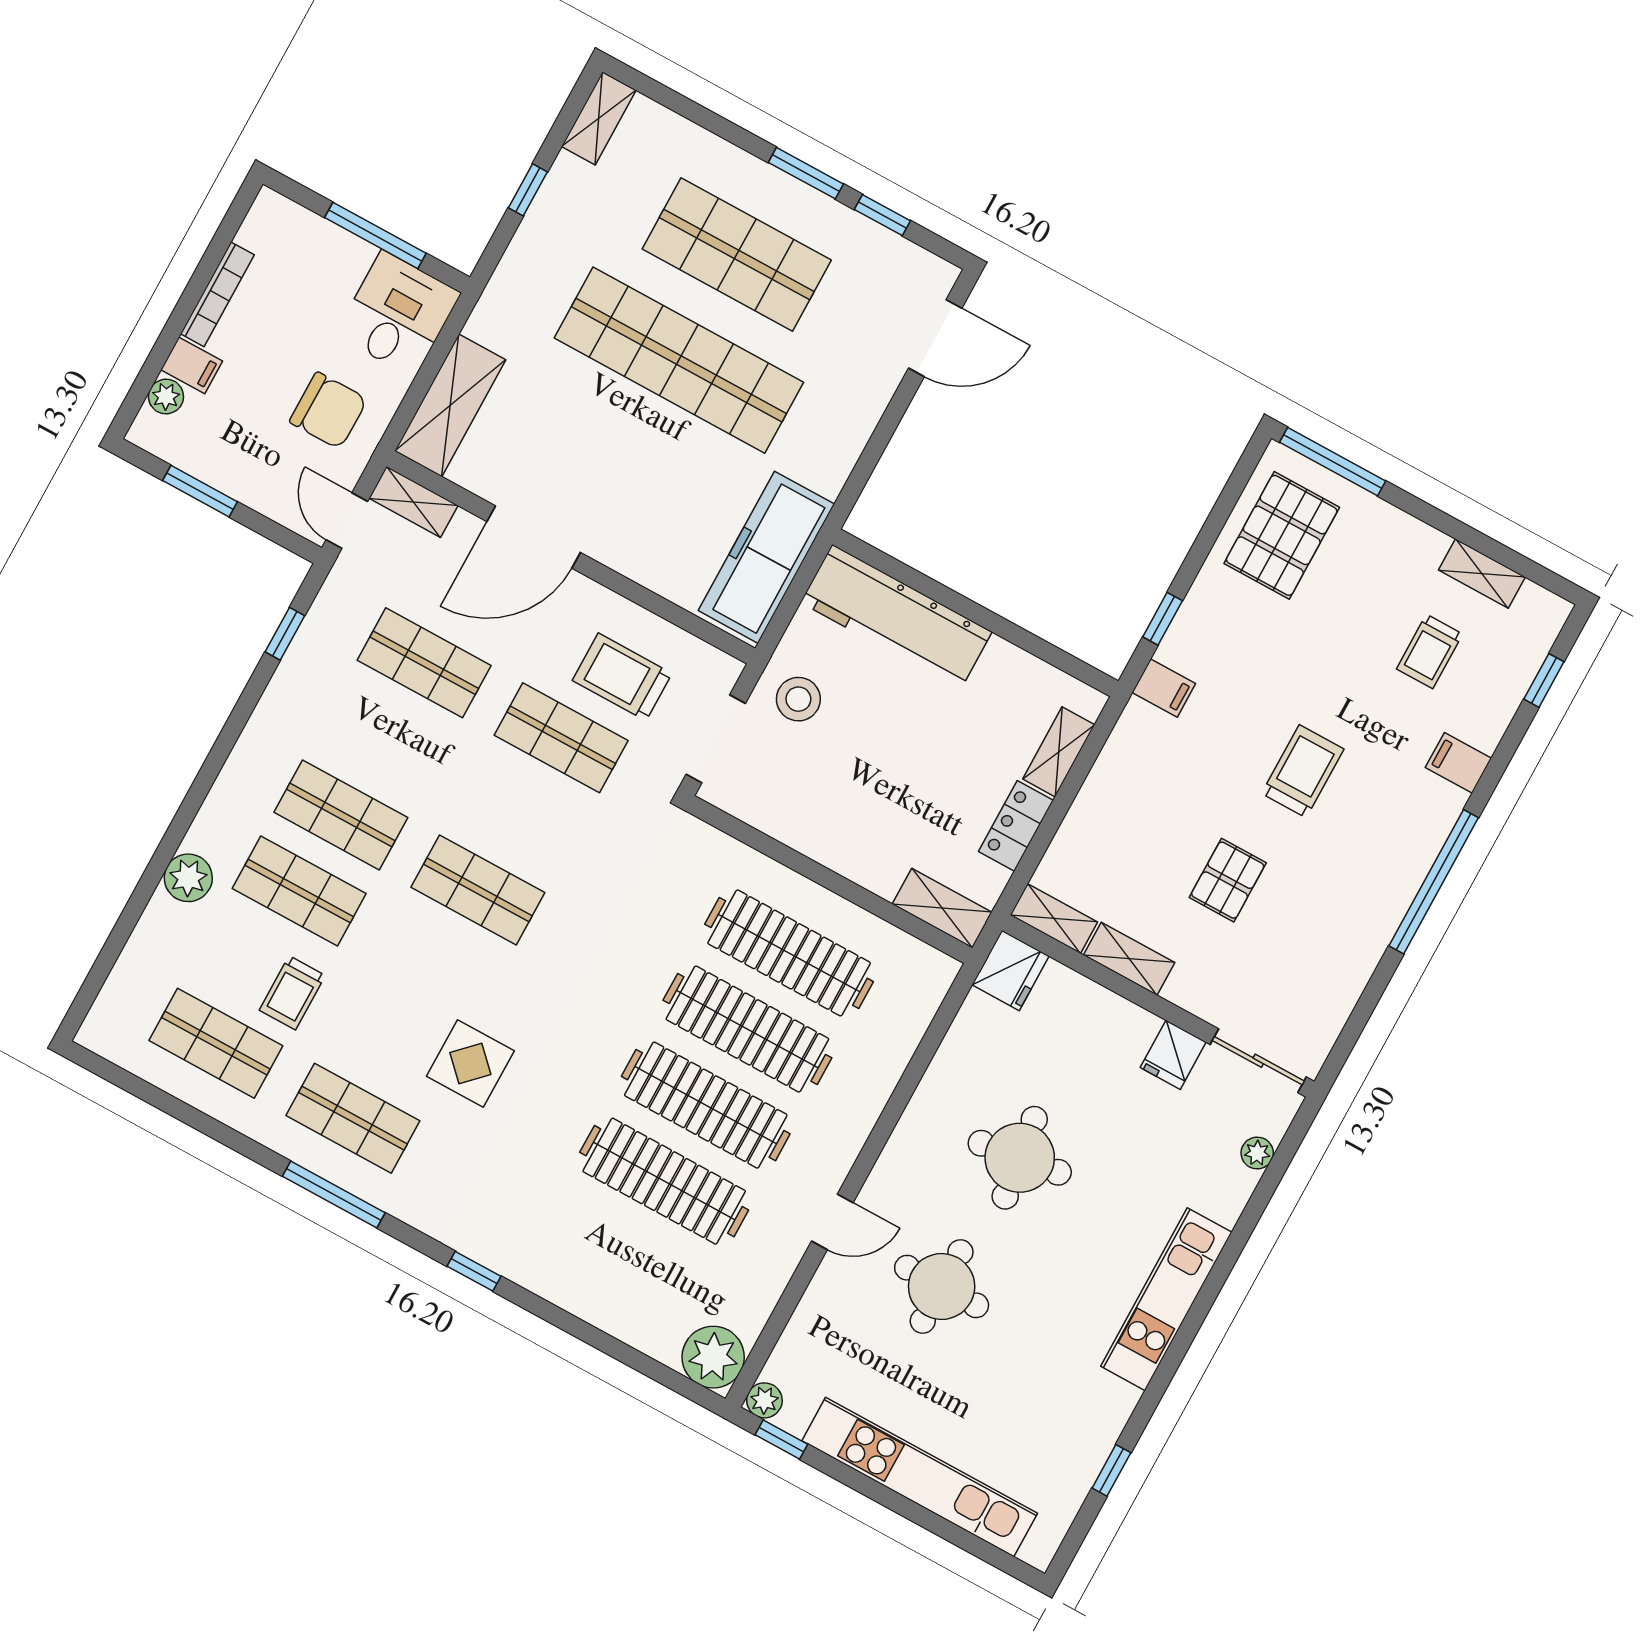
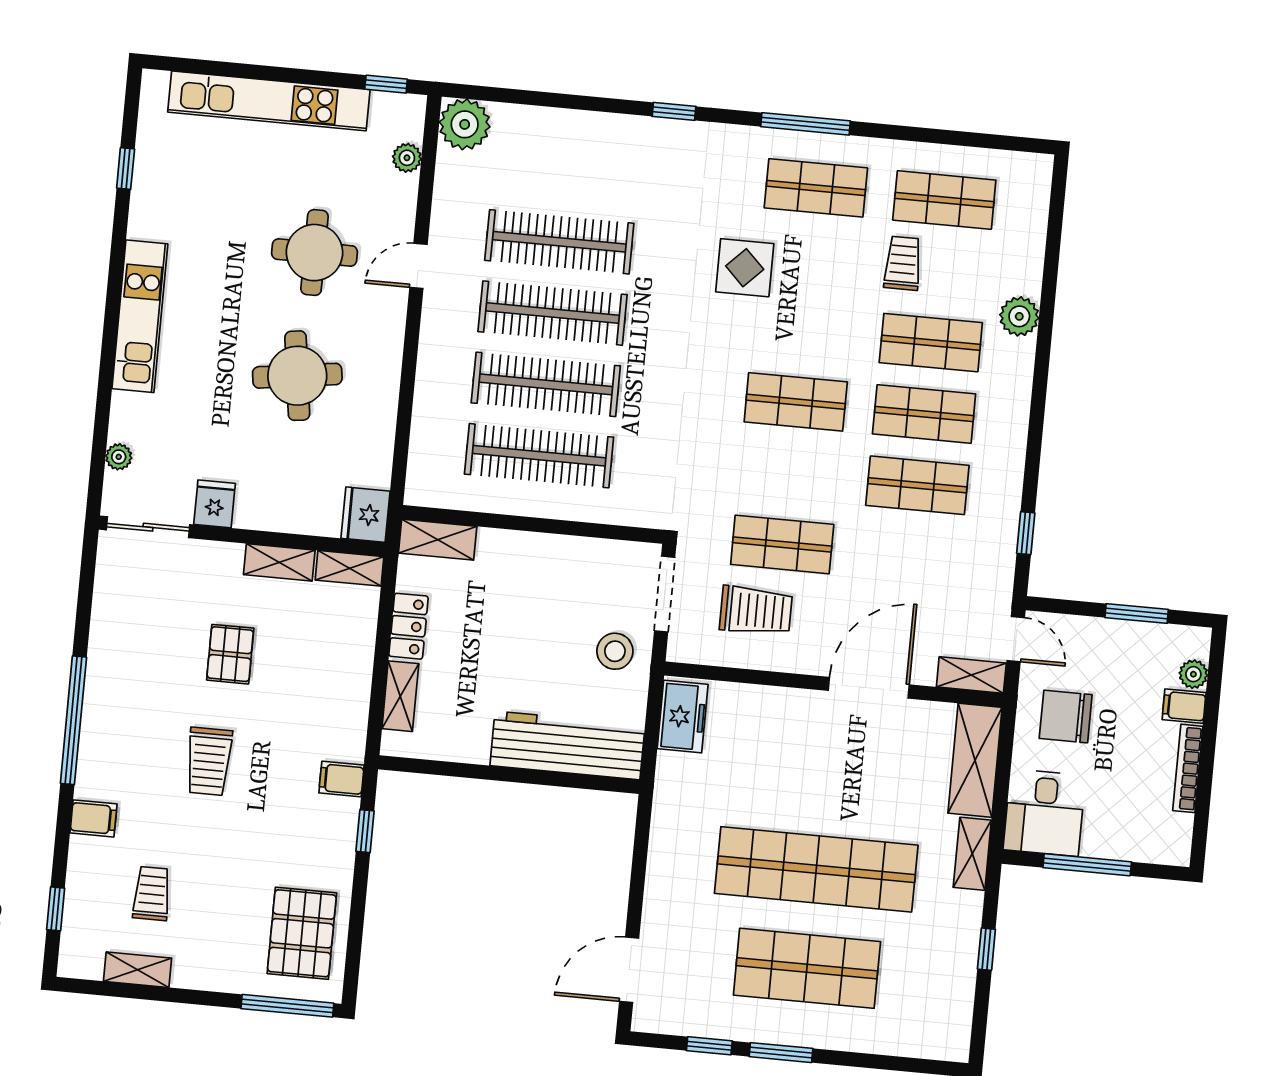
shelving: (599, 118) -> (972, 854), moved
freezer: (766, 557) -> (683, 717), width x0.52, depth x0.79
shop shelf: (424, 663) -> (917, 485), moved
plant: (764, 1400) -> (407, 158), moved

